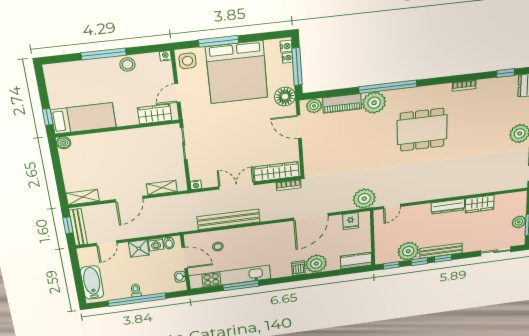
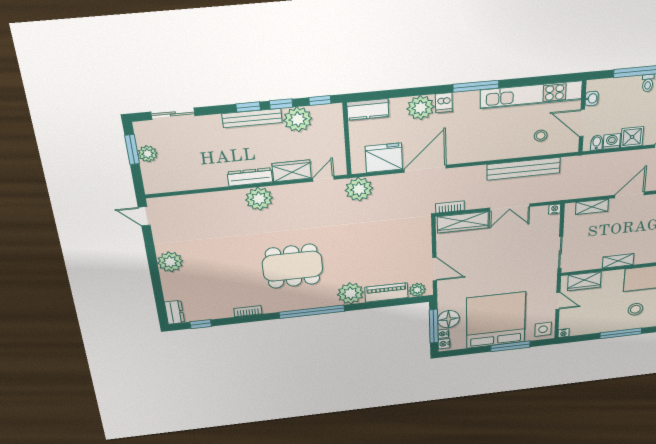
stool: (127, 64) -> (635, 309), moved
window: (388, 87) -> (312, 312), moved
door: (177, 93) -> (558, 301), hinge flipped
floor lamp: (285, 97) -> (448, 319), moved
shelving: (125, 135) -> (618, 261), added
plant: (443, 189) -> (259, 199), added
wardrobe: (480, 204) -> (292, 171), moved
fridge: (351, 221) -> (384, 158), width x1.88, depth x1.34
window: (241, 286) -> (476, 86), moved

